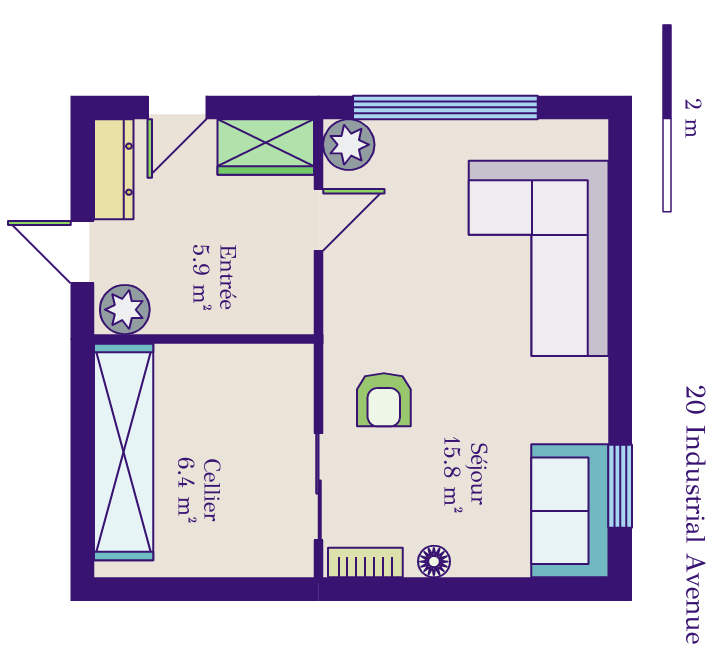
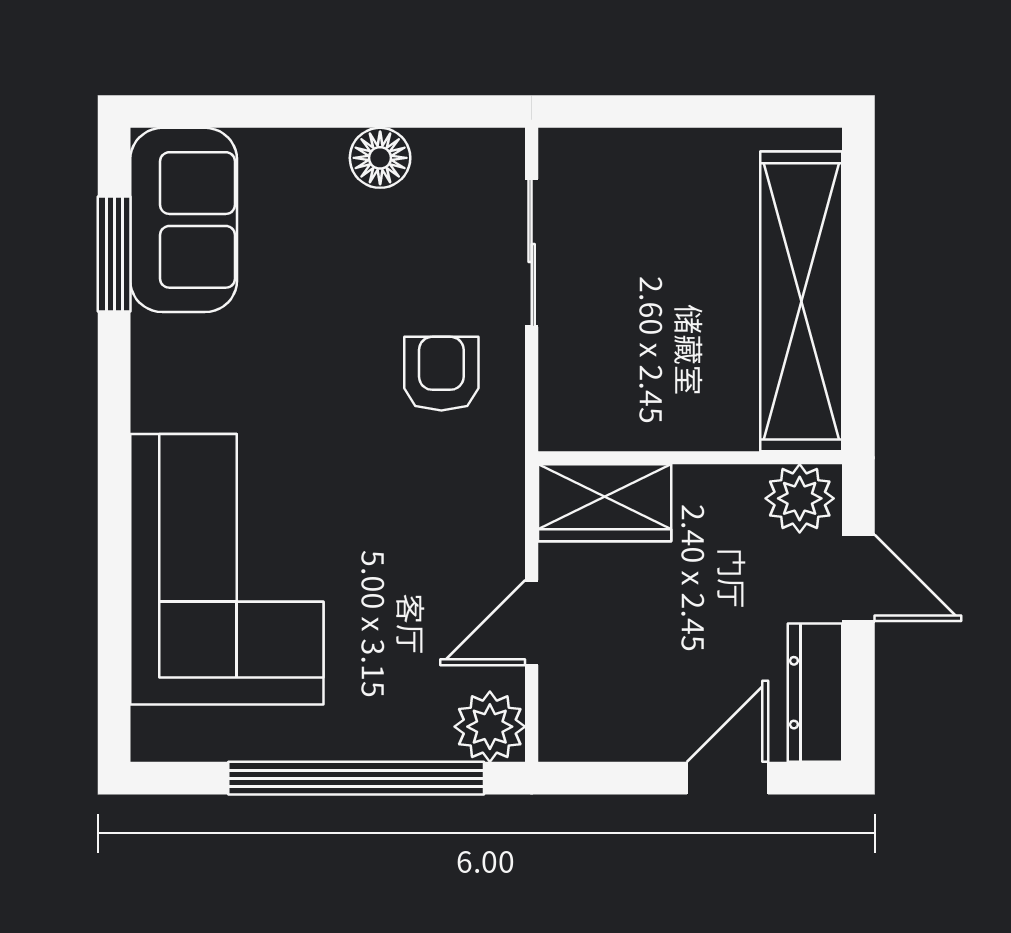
wardrobe: (266, 147) -> (605, 503), moved, turned 180
floor lamp: (434, 562) -> (380, 158), width x1.37, depth x1.37
bookcase: (365, 563) -> (467, 148), removed

